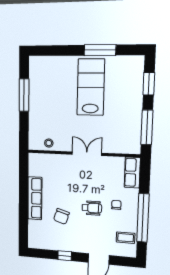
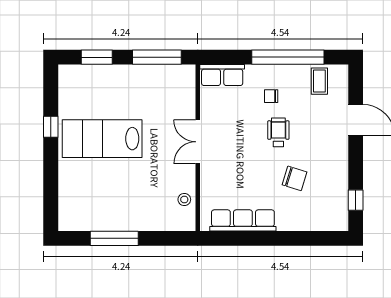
window: (100, 50) -> (51, 127), width x0.46
row of seats: (35, 198) -> (243, 220), moved
window: (65, 256) -> (356, 200), moved

